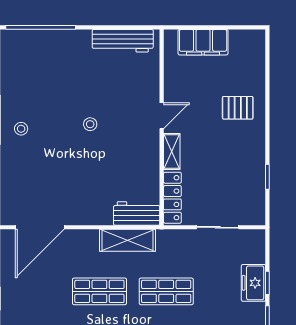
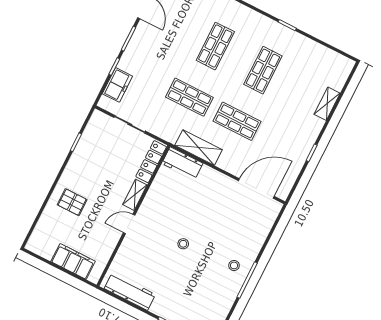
freezer: (253, 283) -> (117, 85), moved

